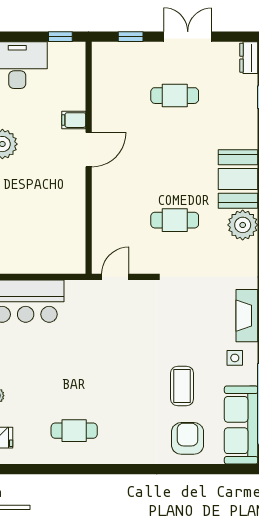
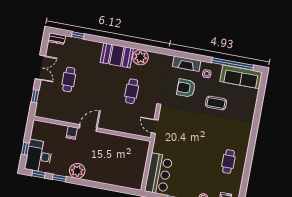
window: (60, 37) -> (25, 149), moved
double door: (188, 37) -> (40, 67), swing flipped
door: (89, 150) -> (88, 128), hinge flipped
armchair: (188, 438) -> (186, 88), moved

